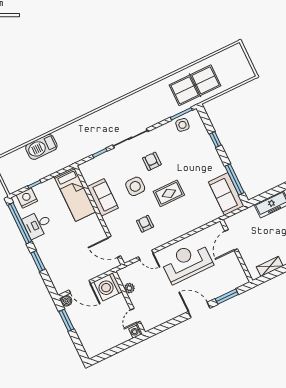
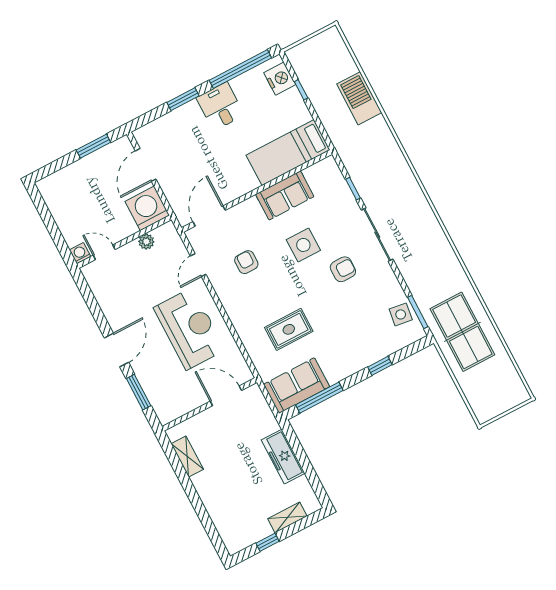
rug: (169, 193) -> (289, 329), moved, turned 90
desk: (37, 224) -> (220, 106), moved
armchair: (145, 224) -> (246, 262), turned -90
boiler: (66, 301) -> (123, 145), removed

